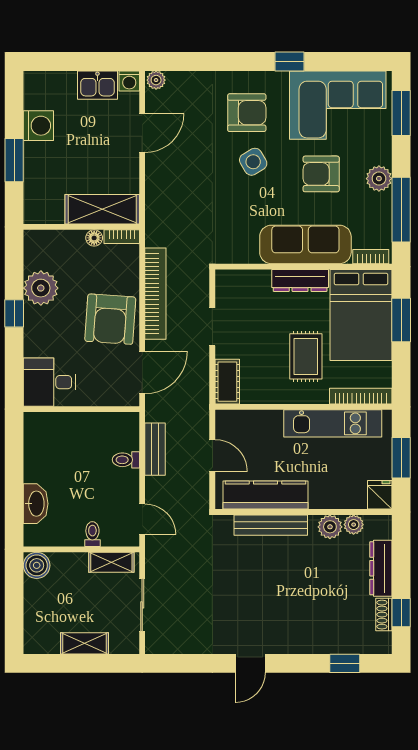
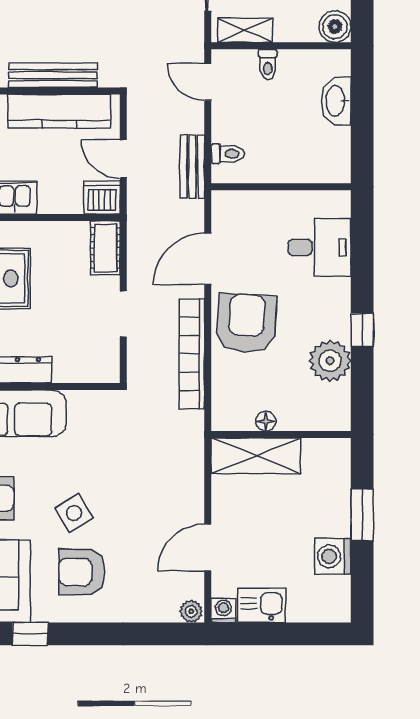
bookcase: (122, 237) -> (232, 423), removed
wall: (81, 409) -> (281, 187), moved
dishwasher: (230, 424) -> (102, 197), added

